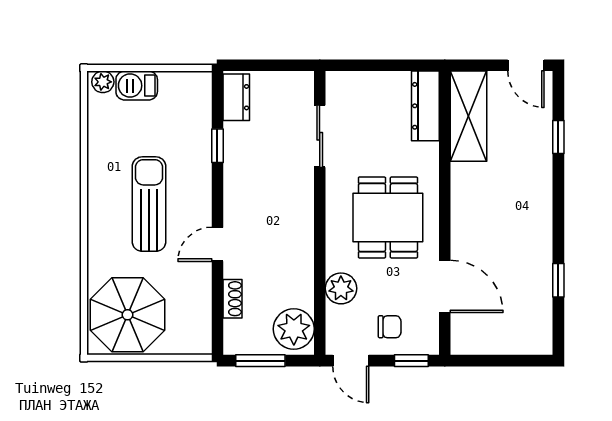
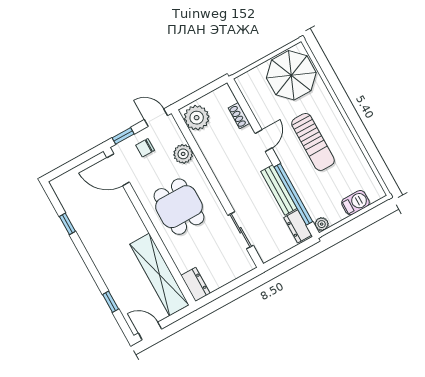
plant: (103, 82) -> (322, 224), moved
dresser: (425, 106) -> (195, 284), width x0.70
shelving: (469, 116) -> (159, 275), width x1.47
window: (217, 146) -> (293, 194), width x3.17
bench: (234, 163) -> (279, 190), added
door: (445, 286) -> (118, 170), moved
window: (260, 361) -> (205, 90), removed

